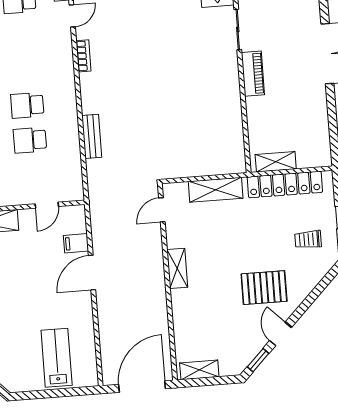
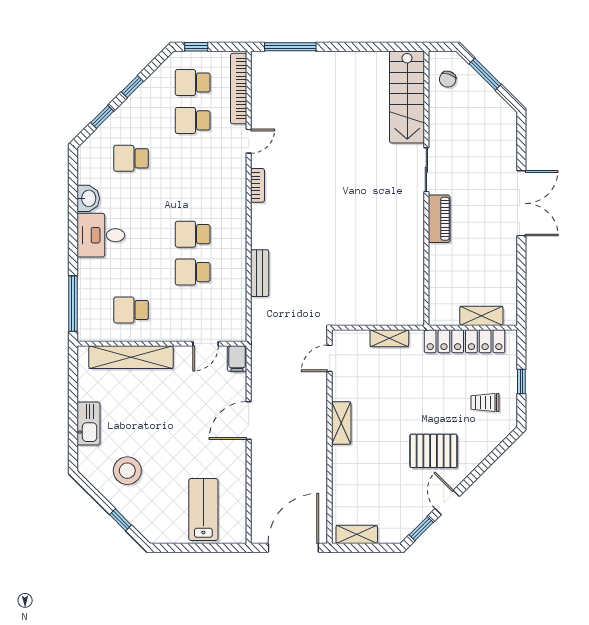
shelving: (276, 162) -> (481, 316), moved
shelving: (216, 190) -> (389, 338), width x0.67, depth x0.75
filing cabinet: (76, 243) -> (237, 359), moved, turned -90

